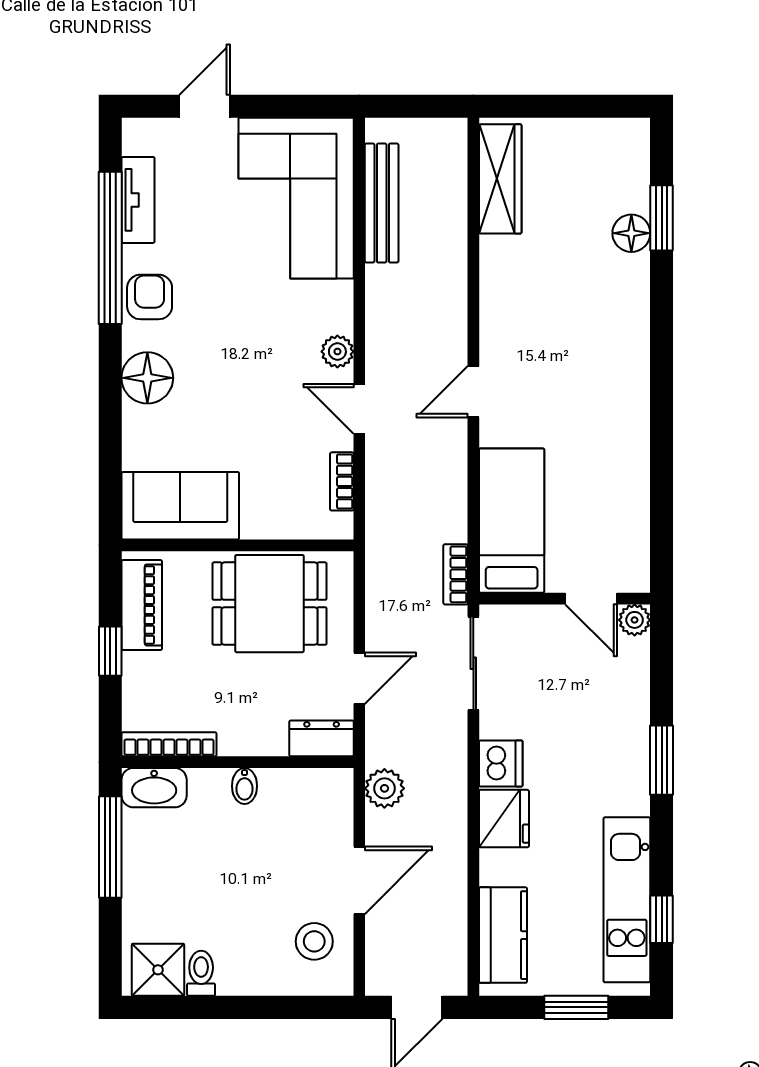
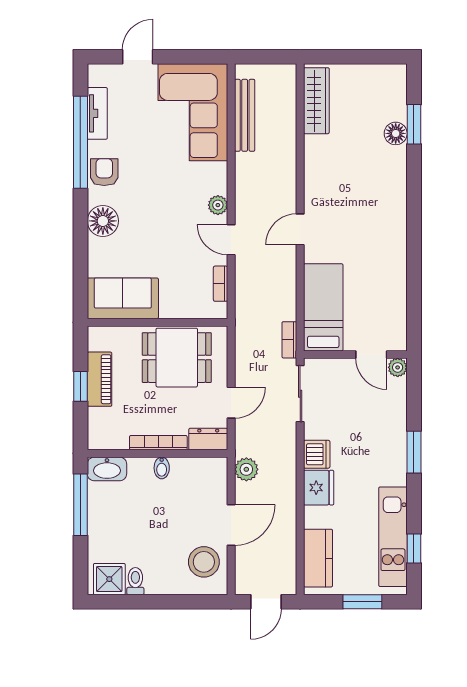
piano: (142, 605) -> (100, 379), moved
bookcase: (169, 744) -> (158, 443), moved
stool: (314, 941) -> (204, 562), width x1.38, depth x1.38

